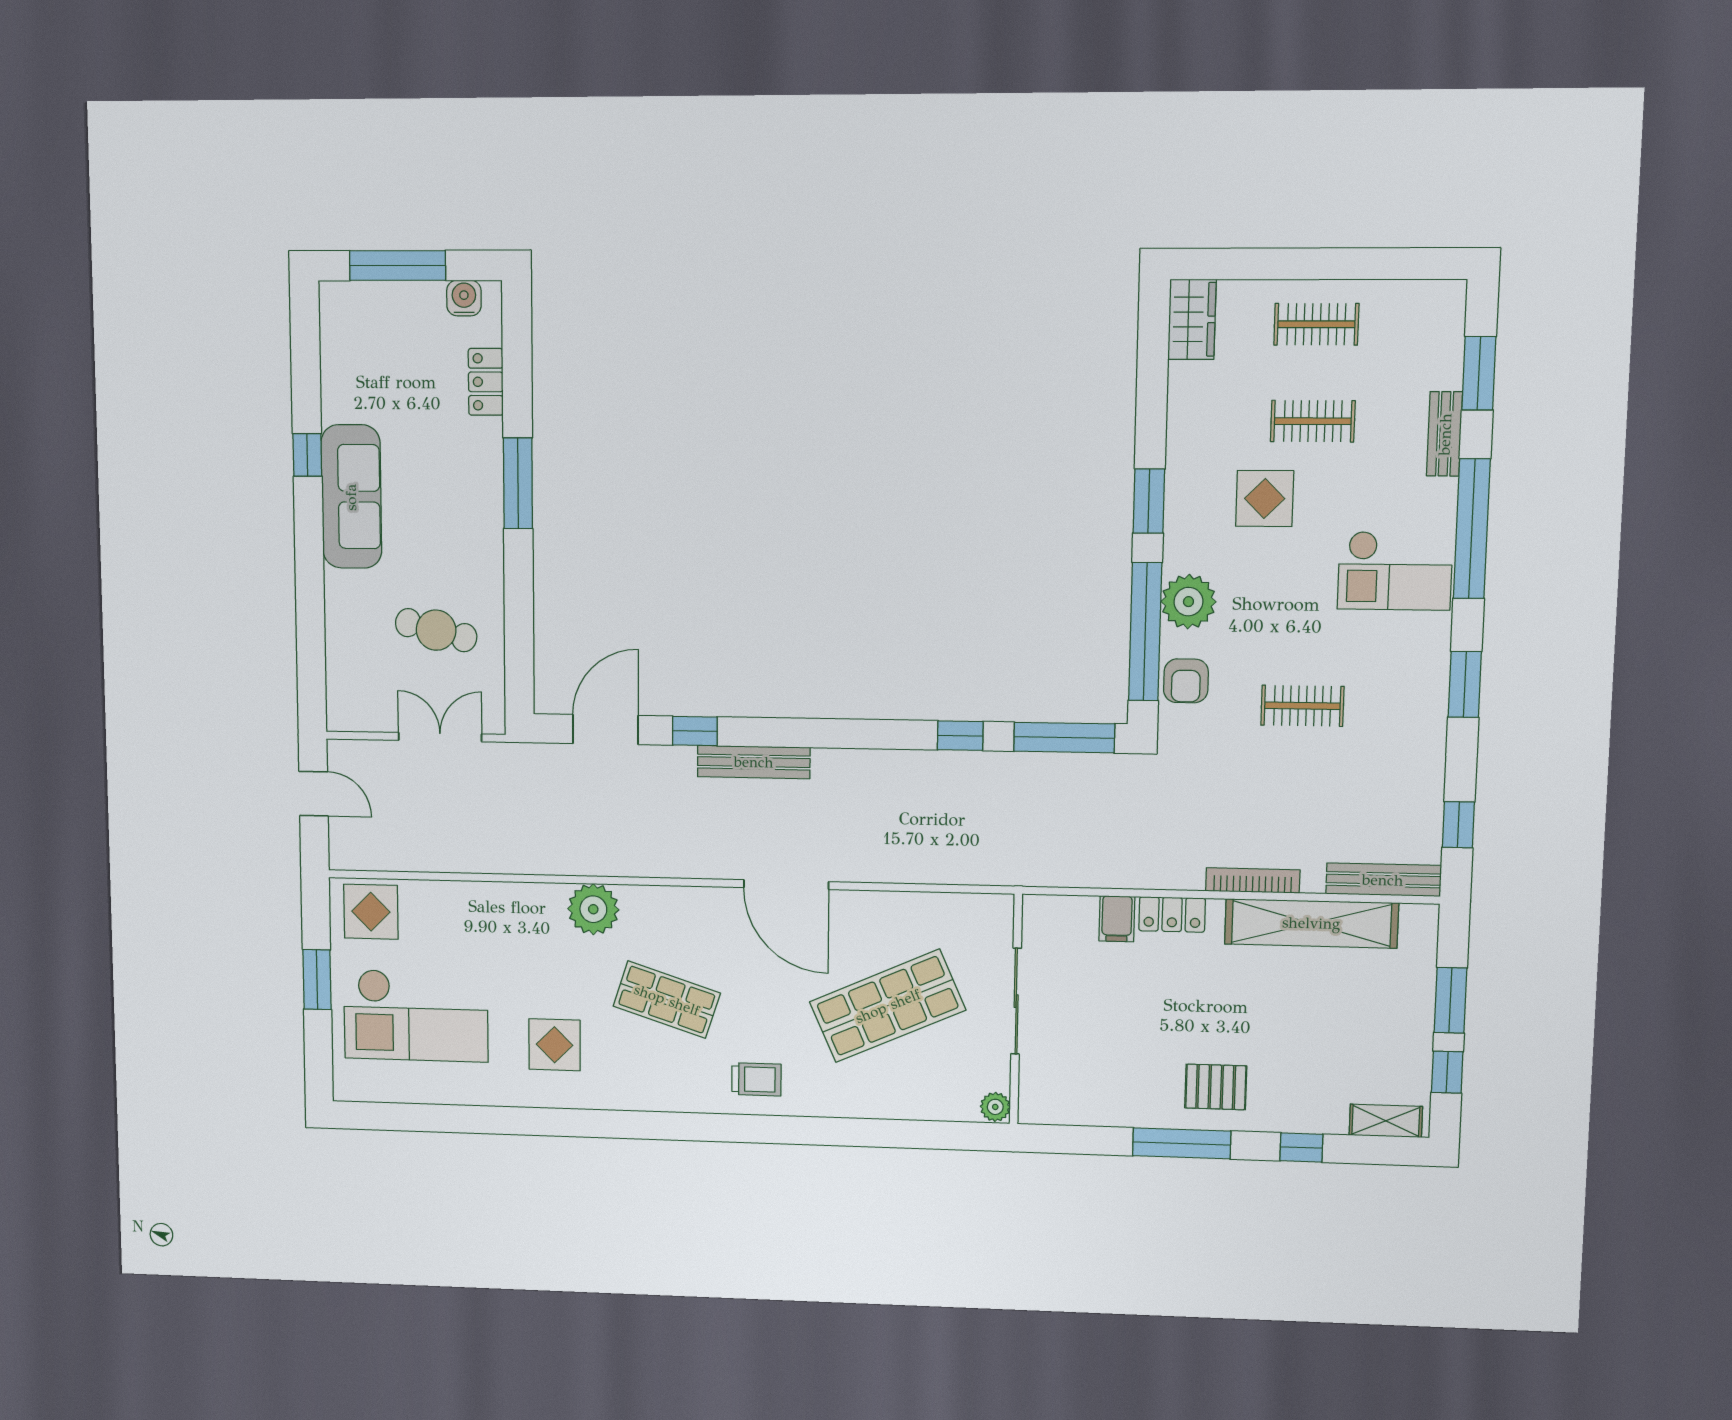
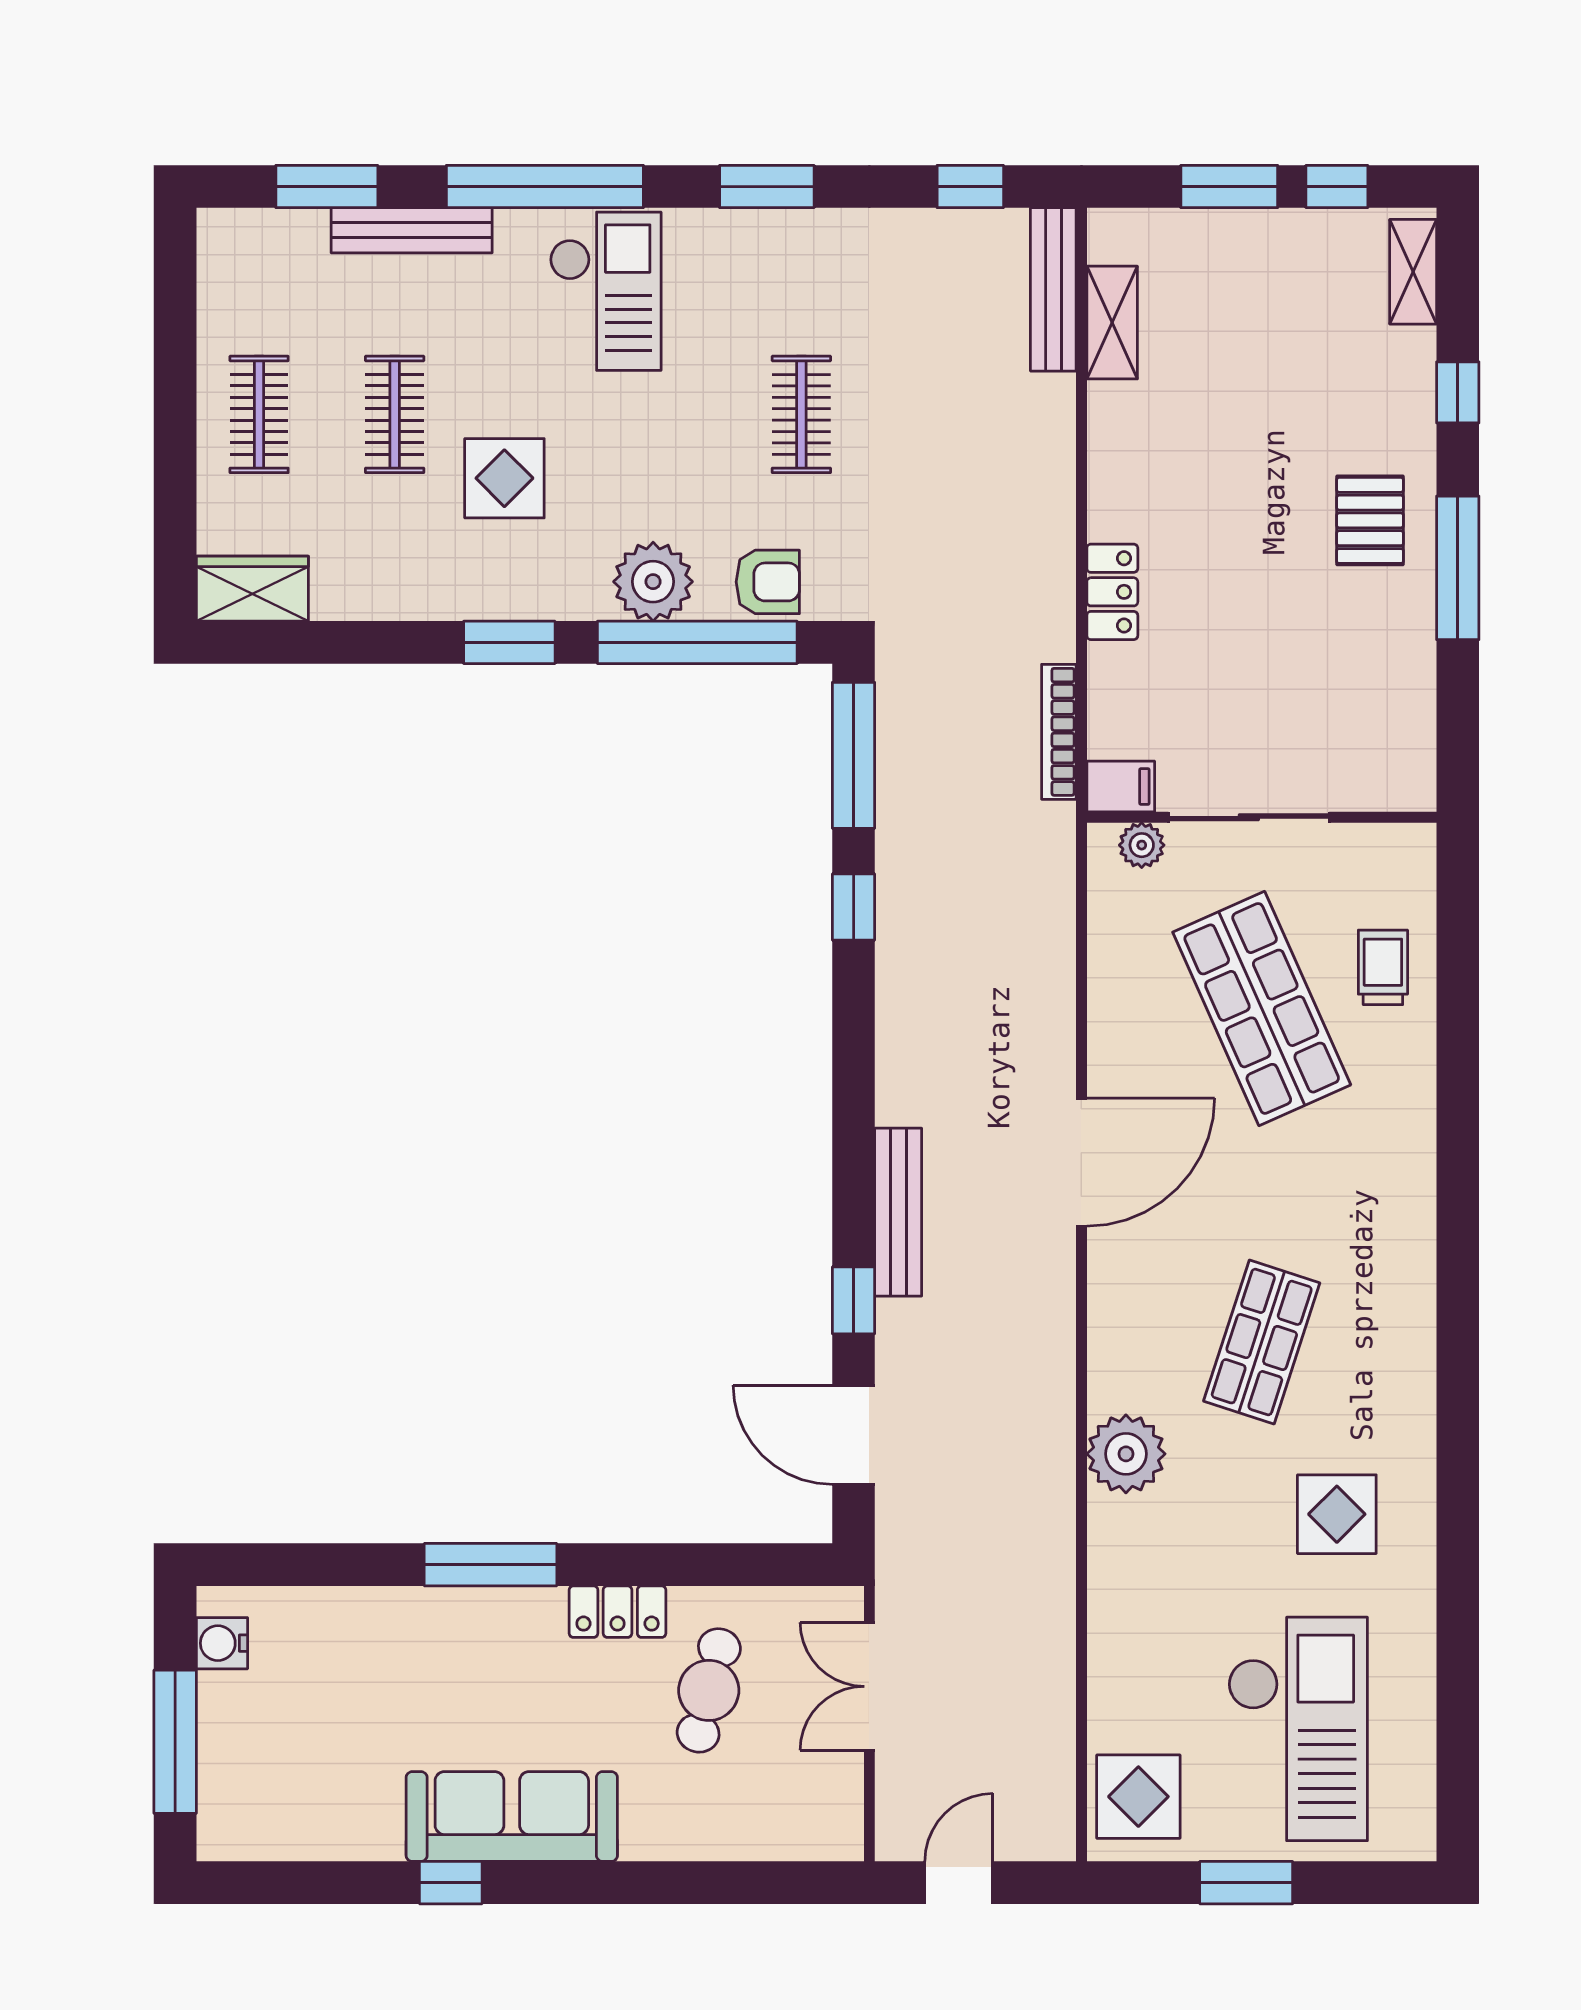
locker: (486, 382) -> (618, 1612), moved
bench: (1445, 434) -> (412, 230), width x1.36
bookcase: (1253, 880) -> (1059, 732), moved
filing cabinet: (1117, 919) -> (1121, 787), moved
shelving: (1311, 923) -> (1112, 323), width x0.45, depth x0.75
trolley: (756, 1079) -> (1383, 967), moved
plant: (995, 1107) -> (1142, 845), moved

